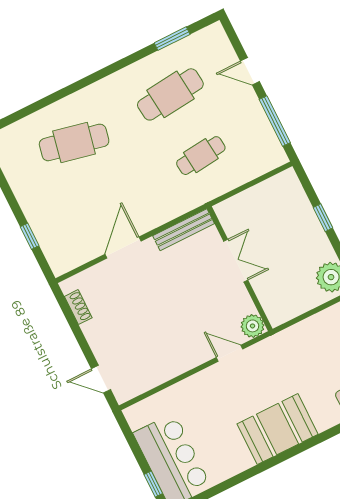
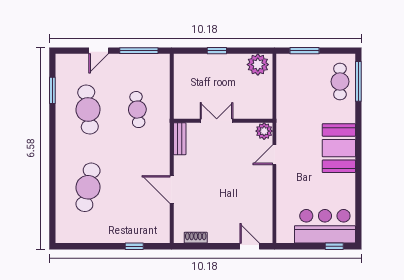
bench: (184, 230) -> (180, 139), width x0.73
door: (101, 379) -> (250, 246), swing flipped

